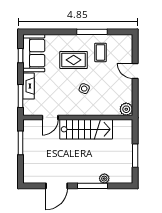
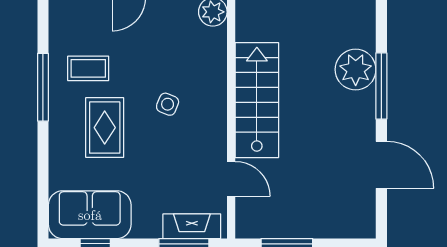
fireplace: (29, 86) -> (192, 226), moved
plant: (104, 179) -> (356, 70), width x1.87, depth x1.87

